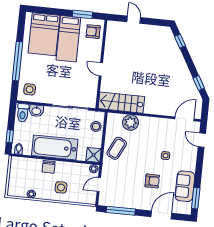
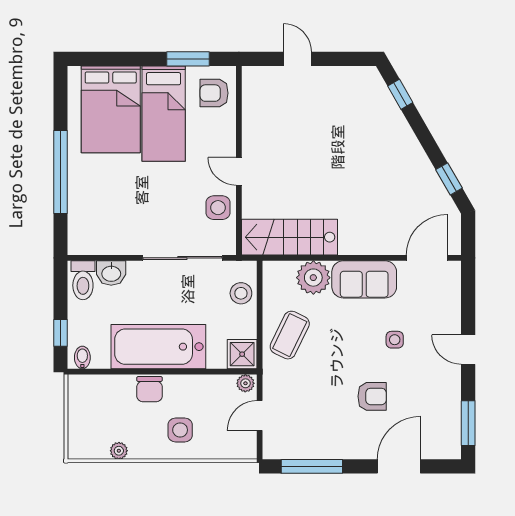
side table: (30, 89) -> (218, 208), moved
door: (202, 140) -> (468, 350), moved
sofa: (185, 186) -> (364, 279), moved, turned -90

